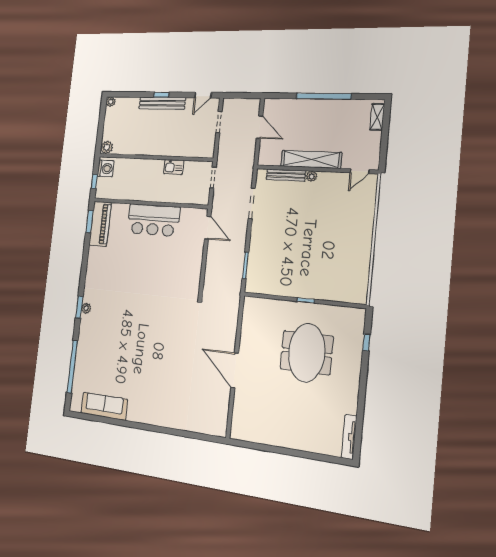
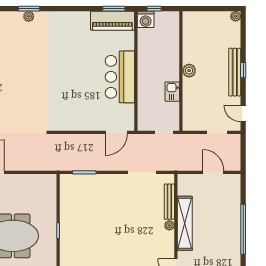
door: (260, 127) -> (213, 172), swing flipped
plant: (107, 147) -> (189, 71), moved
washing machine: (106, 169) -> (146, 19), moved

